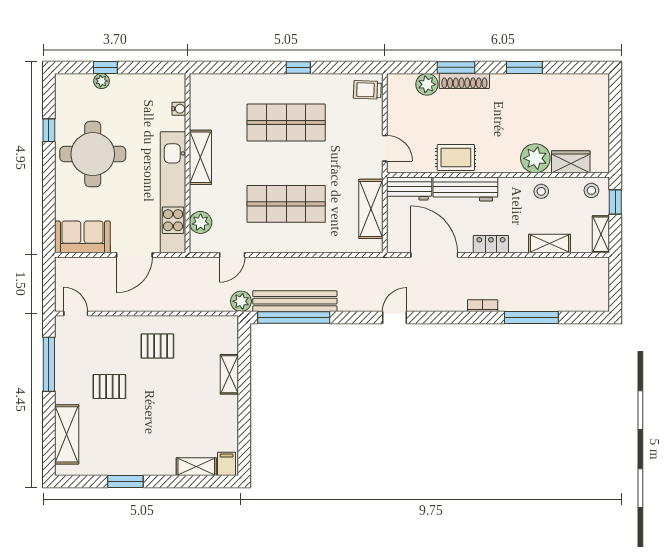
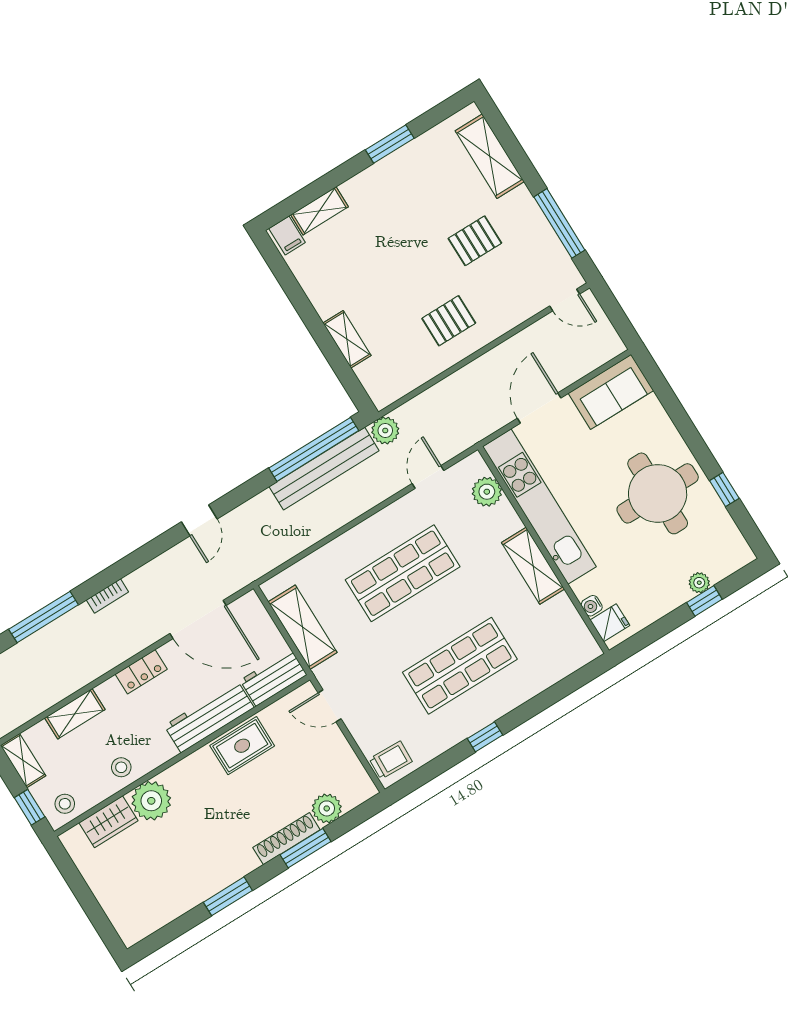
fridge: (174, 91) -> (610, 623), added

